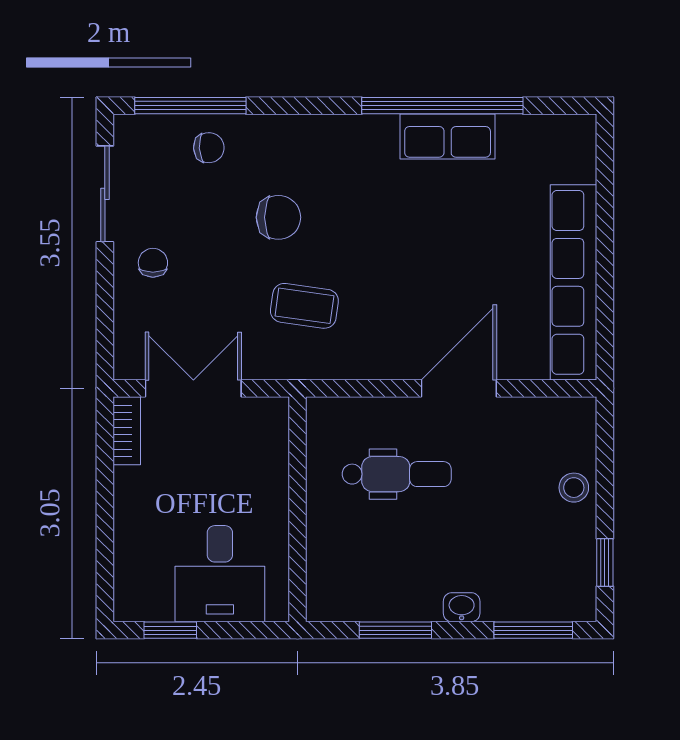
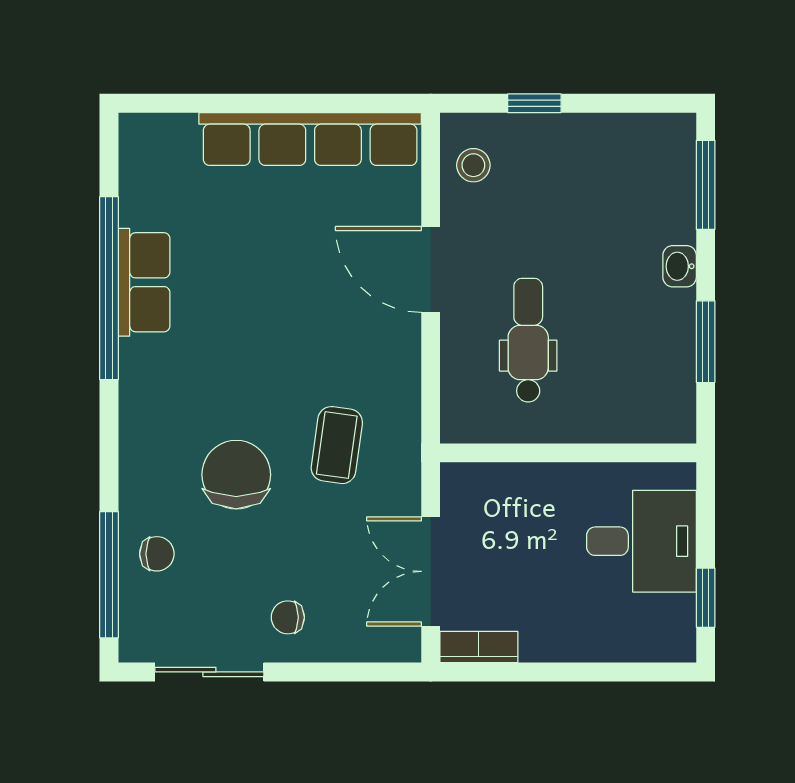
chair: (209, 148) -> (157, 554), turned 93
chair: (278, 217) -> (236, 475), width x1.37, depth x1.37
stool: (574, 488) -> (473, 165), moved
window: (605, 562) -> (534, 103), moved

